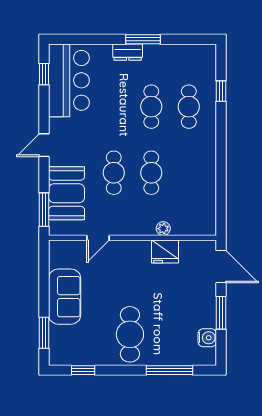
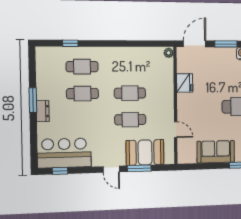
window: (44, 210) -> (139, 168), moved
plant: (163, 229) -> (169, 53), moved

